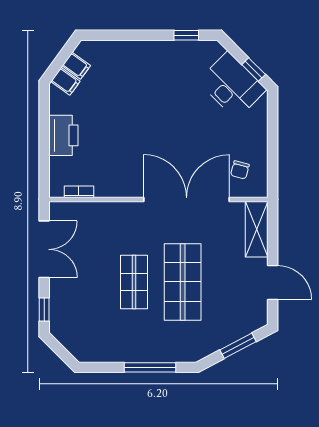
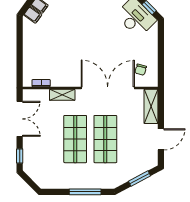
printer: (63, 135) -> (31, 48), removed
shelving: (113, 211) -> (62, 95), added
shop shelf: (134, 282) -> (75, 139), width x1.43, depth x1.36
door: (273, 282) -> (161, 139), hinge flipped

